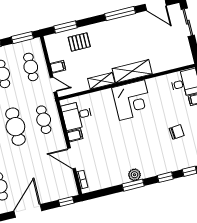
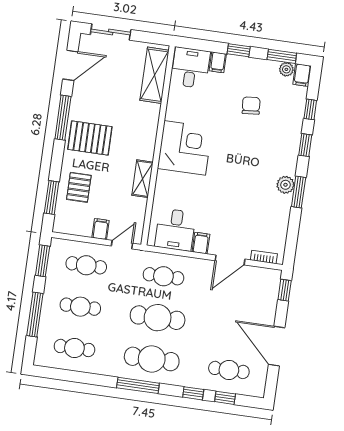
pallet: (114, 36) -> (90, 138), added
shelving: (132, 71) -> (154, 75), moved

